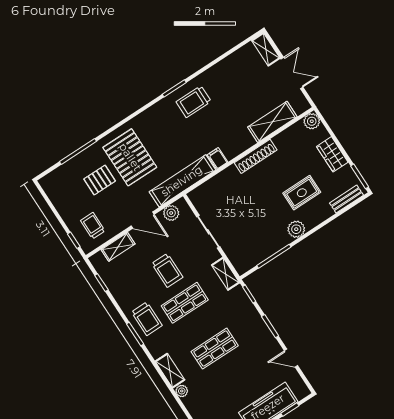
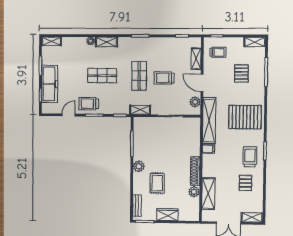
pallet: (229, 86) -> (245, 183), added
plant: (312, 121) -> (194, 192), moved
pallet: (130, 157) -> (245, 117), moved
shelving: (51, 190) -> (255, 42), added
door: (143, 220) -> (202, 83), hinge flipped
trolley: (147, 319) -> (89, 104), moved
shop shelf: (215, 349) -> (102, 76), turned 90

